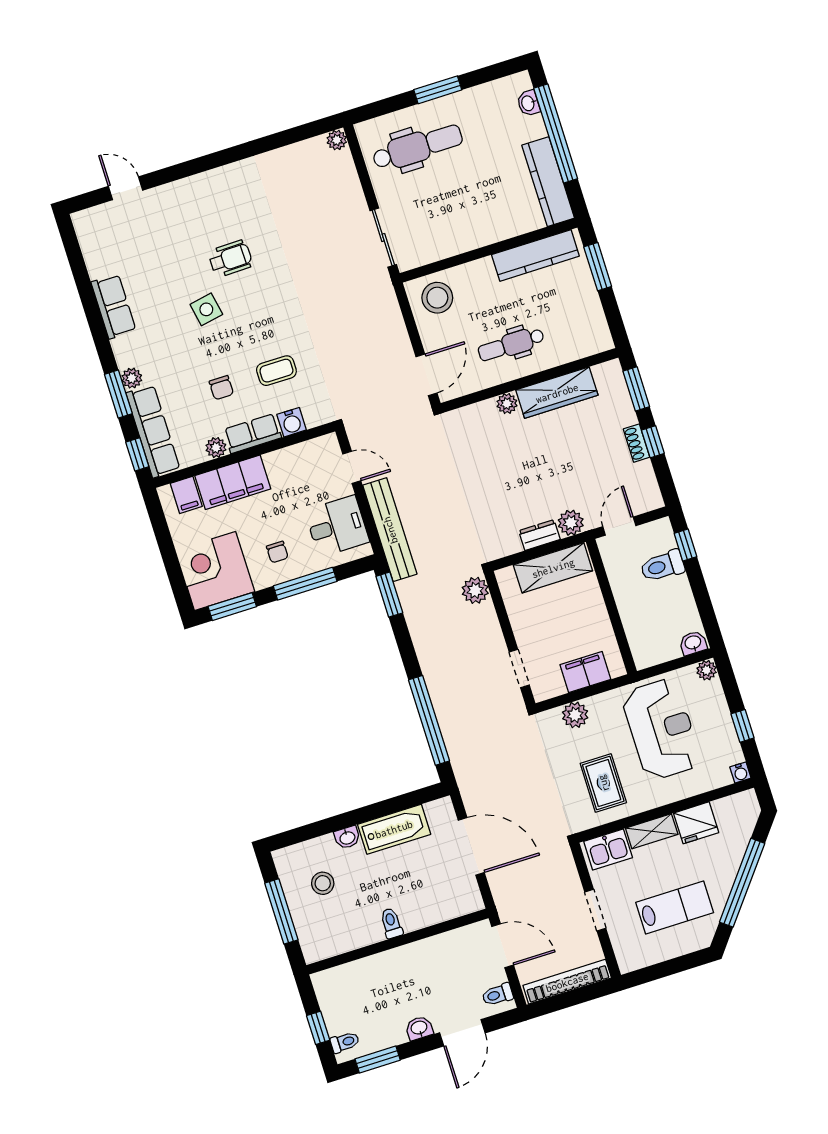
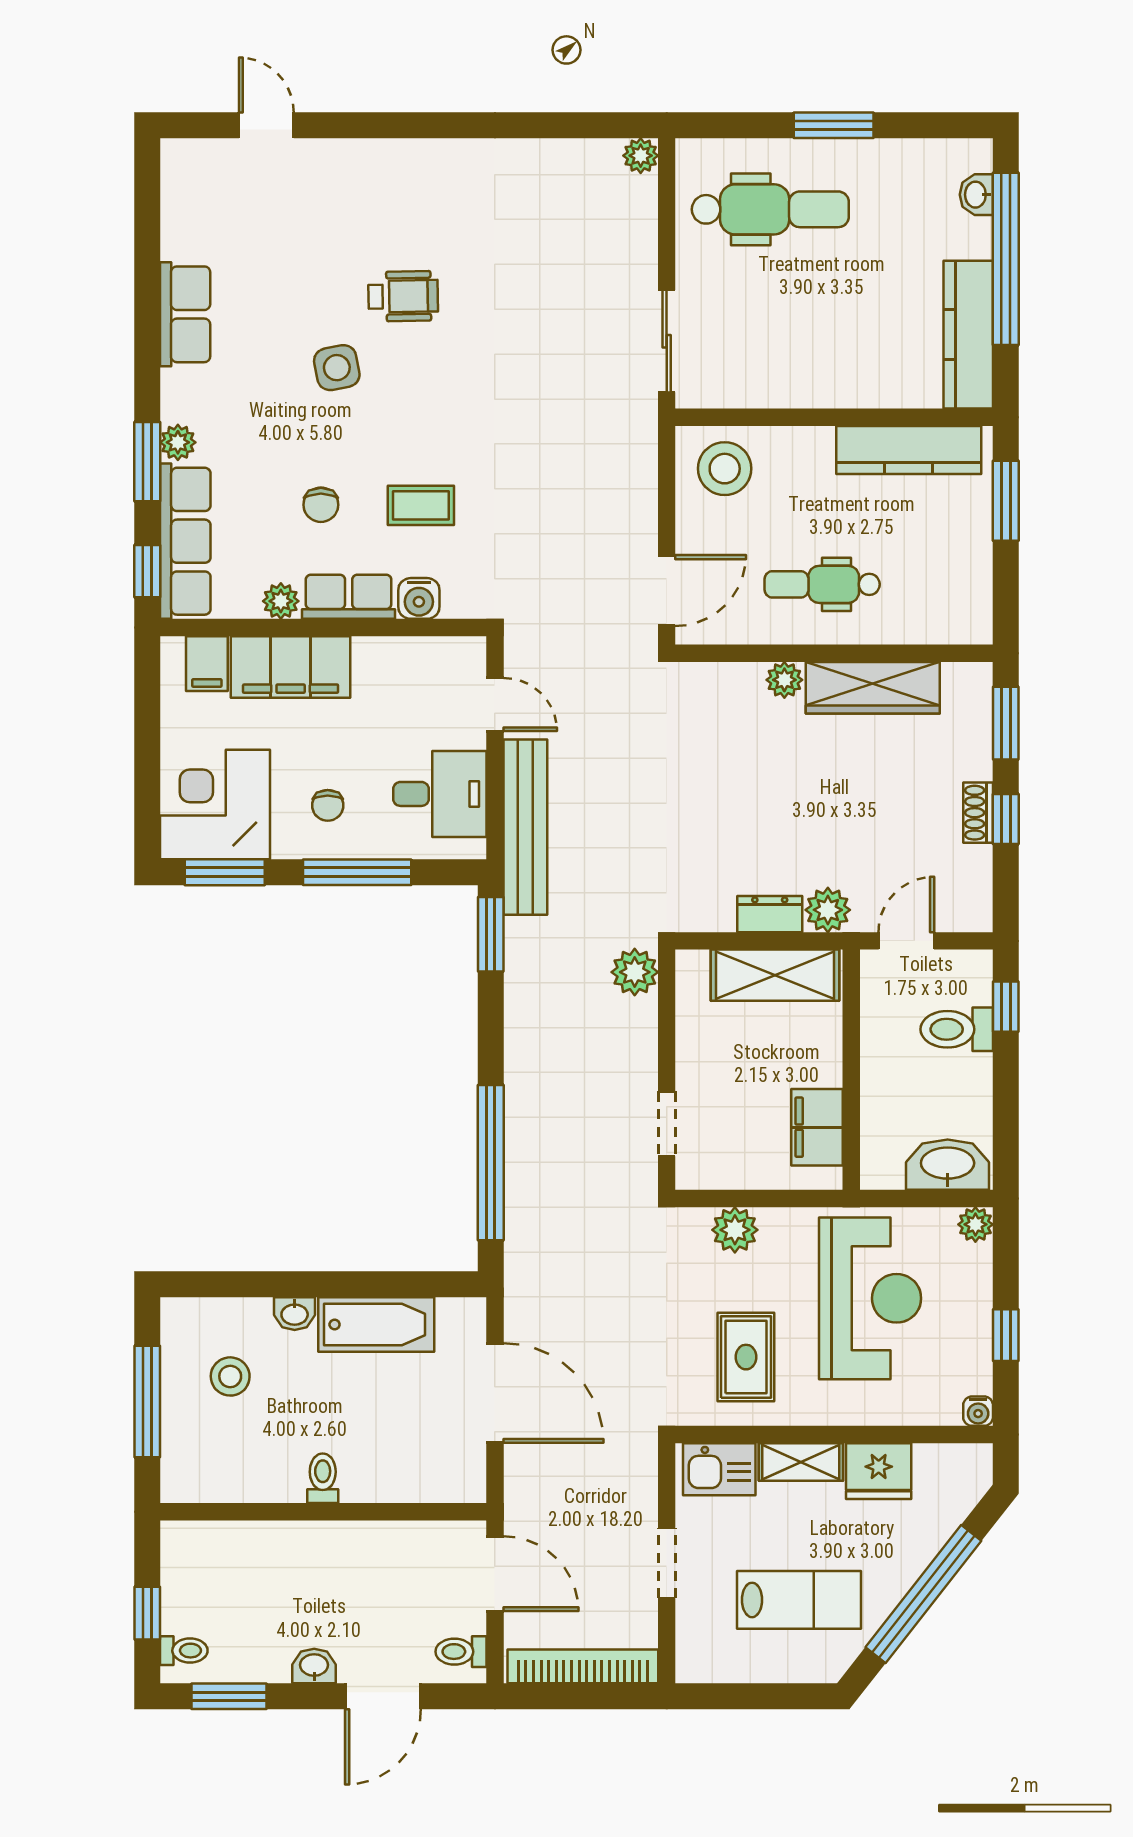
washbasin: (693, 643) -> (948, 1165), width x1.91, depth x1.45
filing cabinet: (585, 672) -> (817, 1127), moved, turned -90

